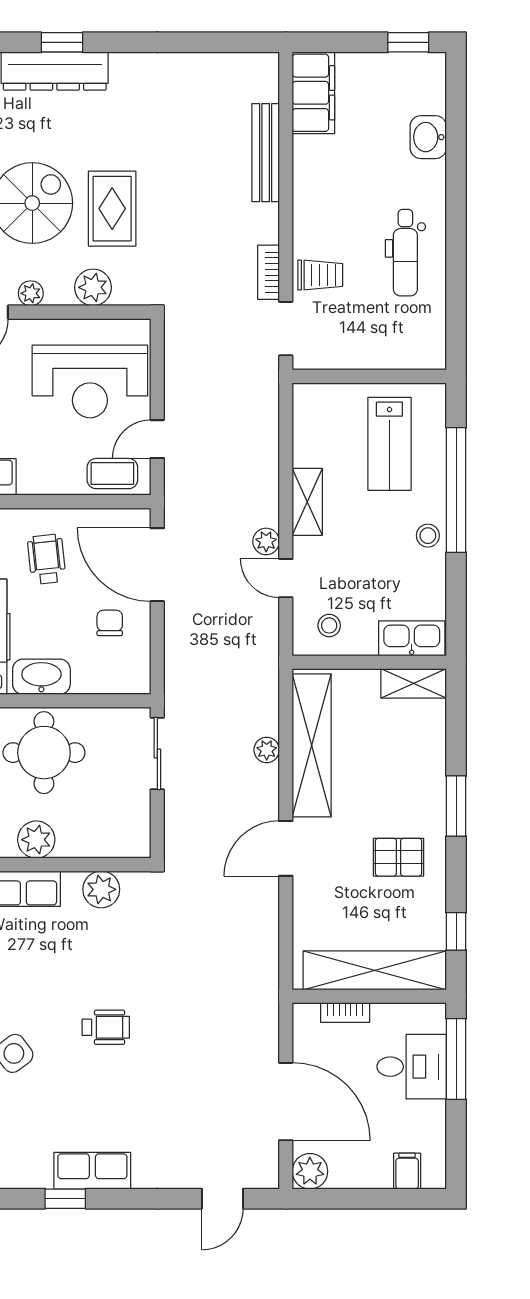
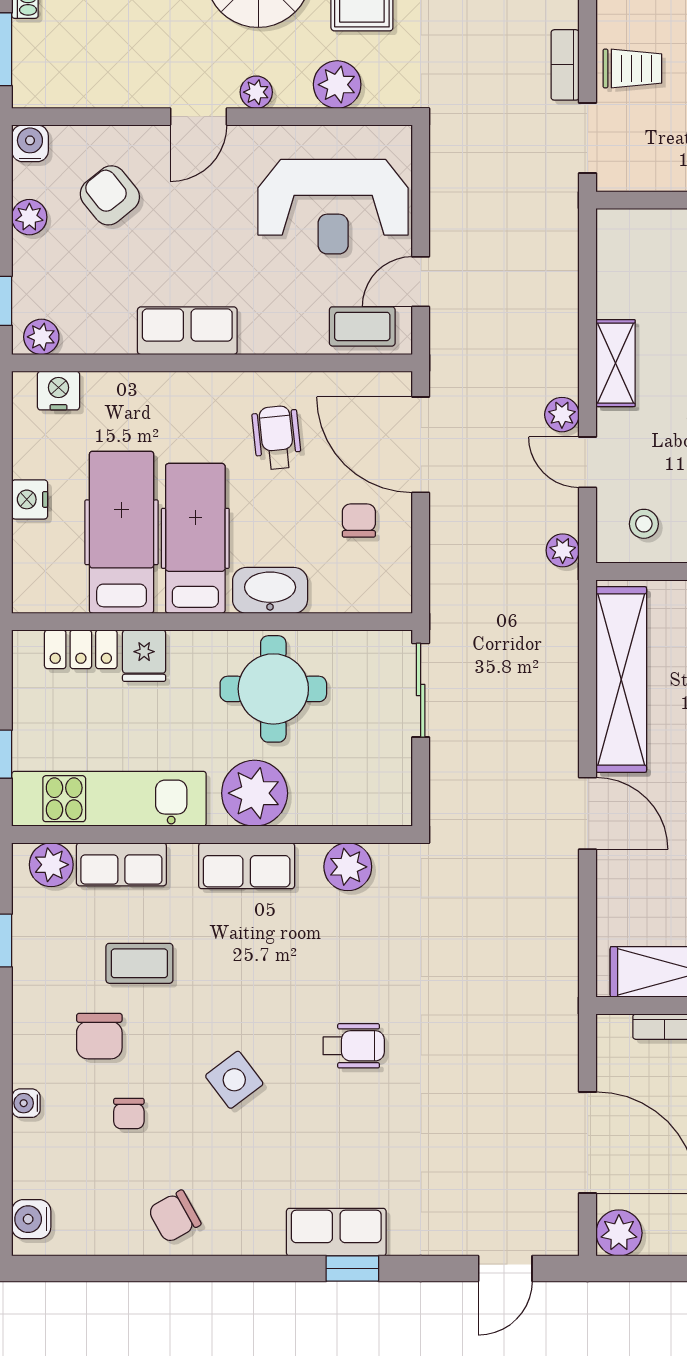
plant: (267, 750) -> (563, 550), moved
plant: (36, 840) -> (255, 793), width x1.36, depth x1.36
door: (286, 848) -> (588, 813), swing flipped
window: (65, 1199) -> (352, 1269), moved

